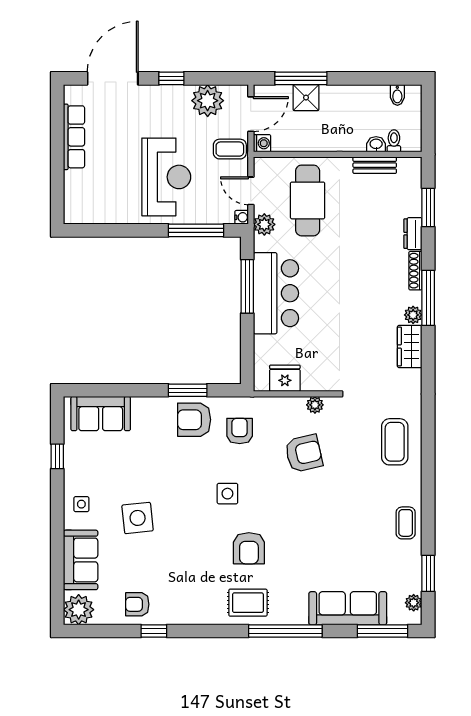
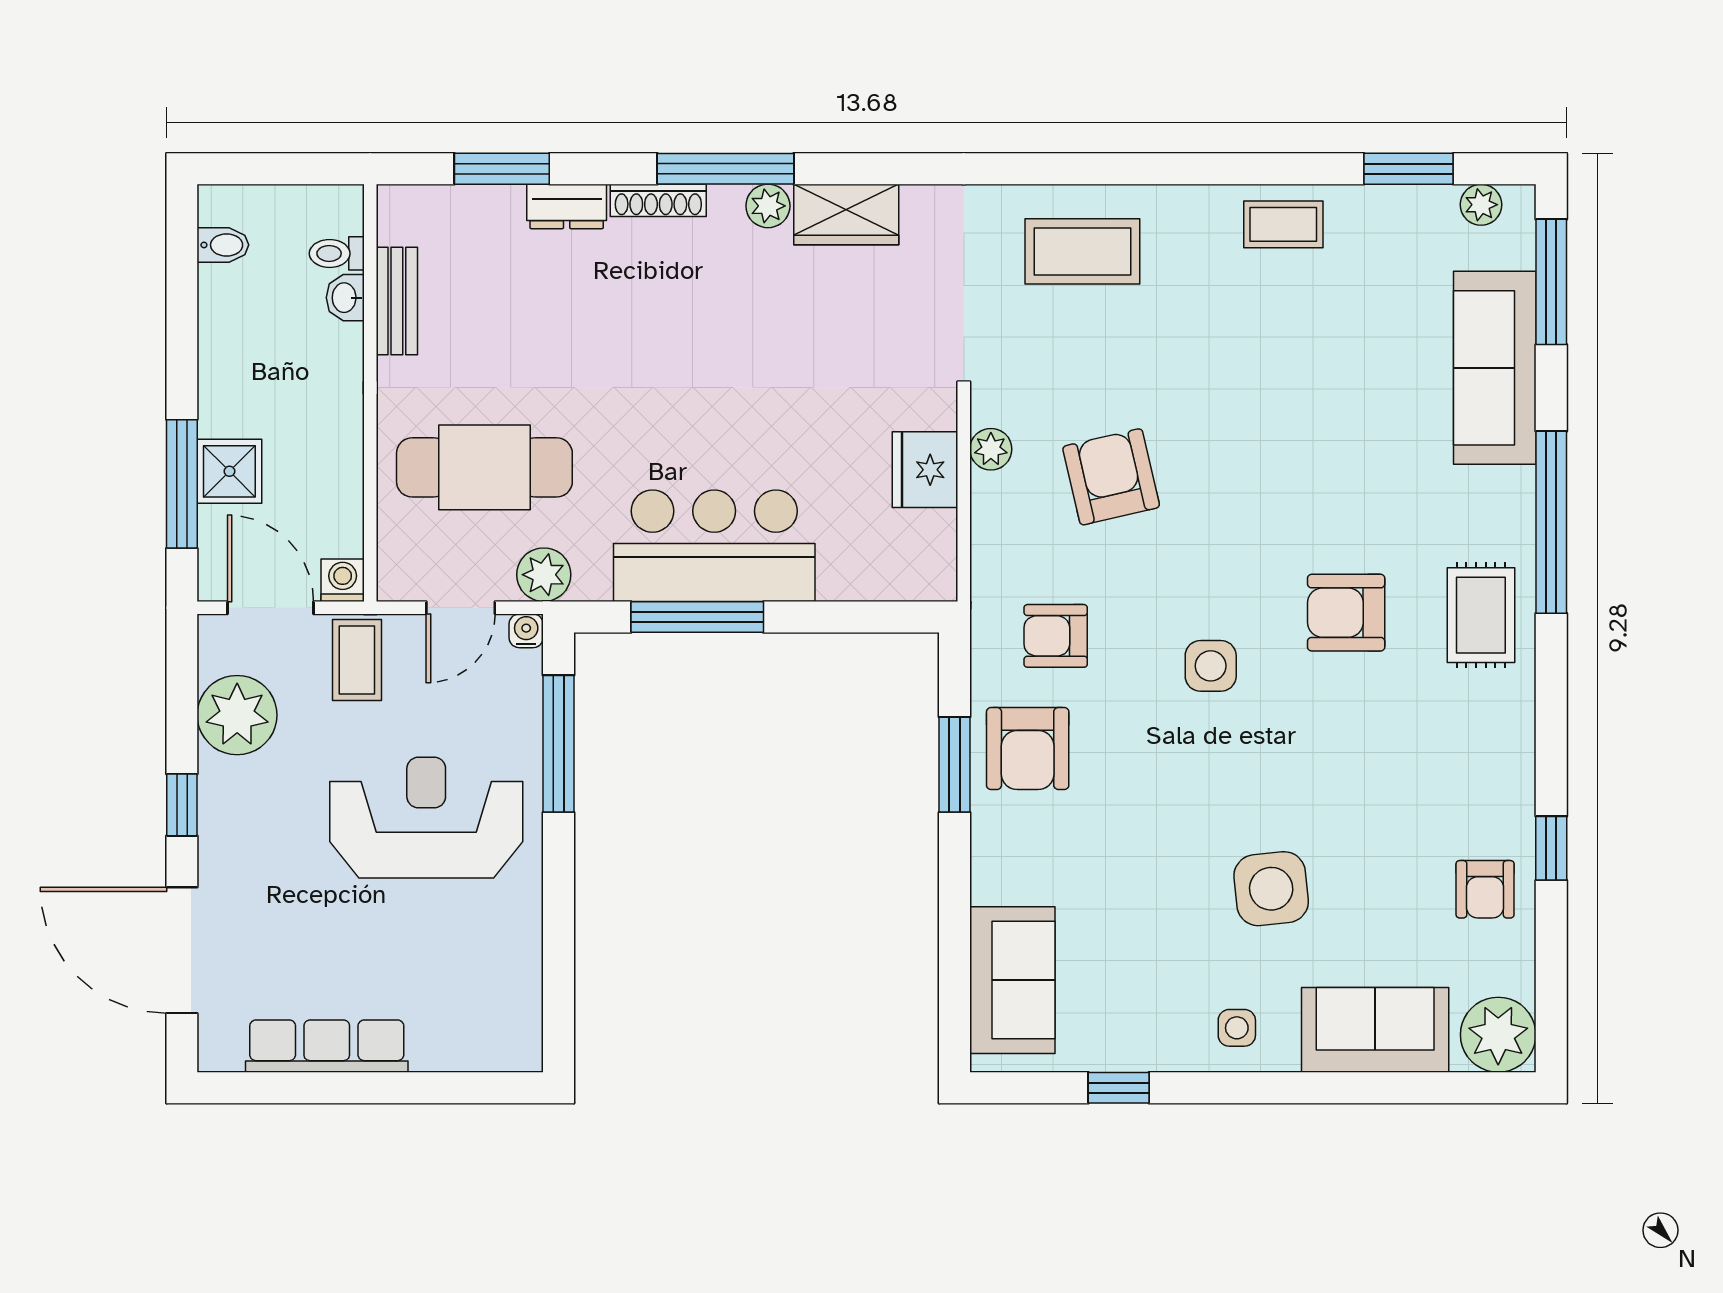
fridge: (285, 378) -> (925, 470), moved
armchair: (249, 548) -> (1346, 613), turned 180

